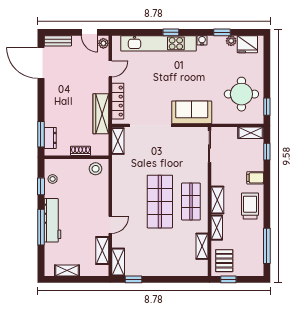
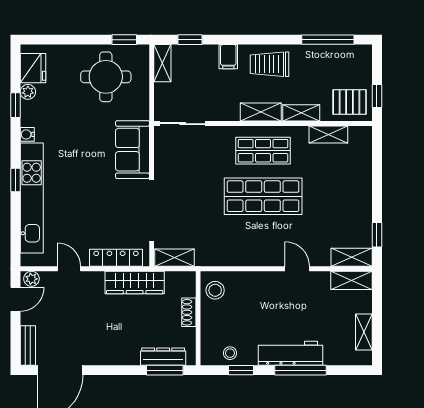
dresser: (50, 138) -> (163, 357), width x1.44
shelving: (102, 251) -> (351, 280), moved

